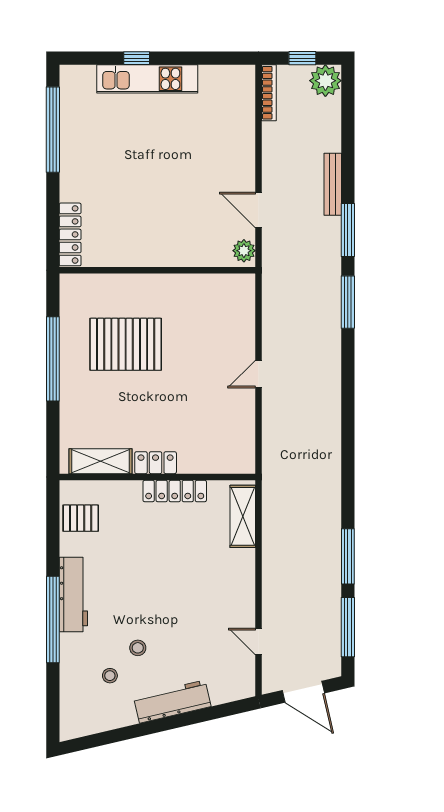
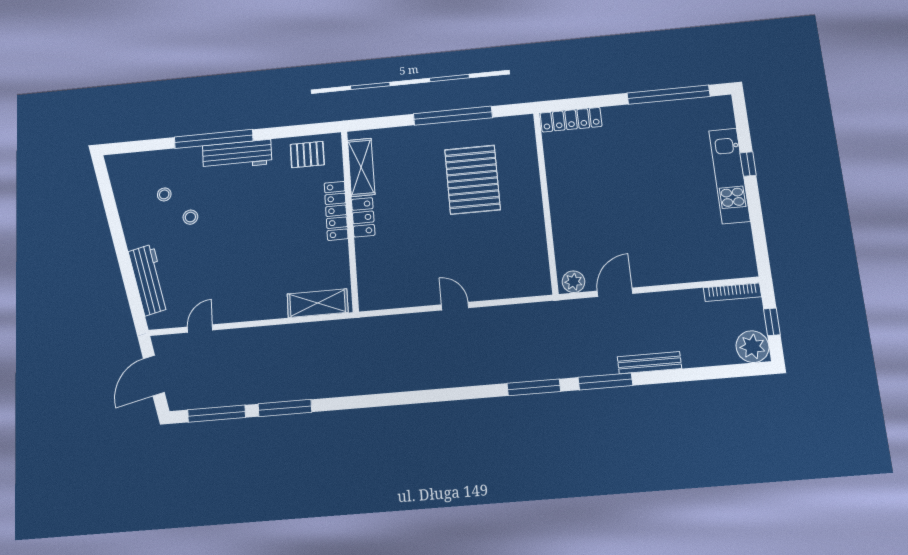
locker: (175, 491) -> (336, 211), moved
pallet: (81, 518) -> (307, 155), turned 90
workbench: (172, 702) -> (149, 280), moved

